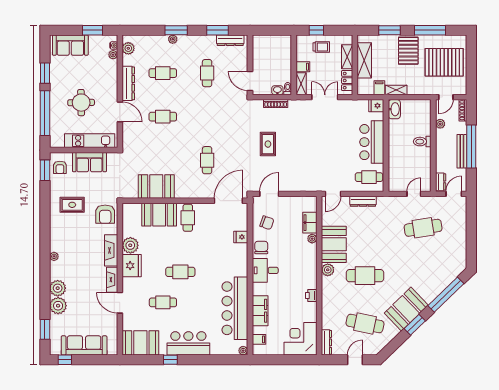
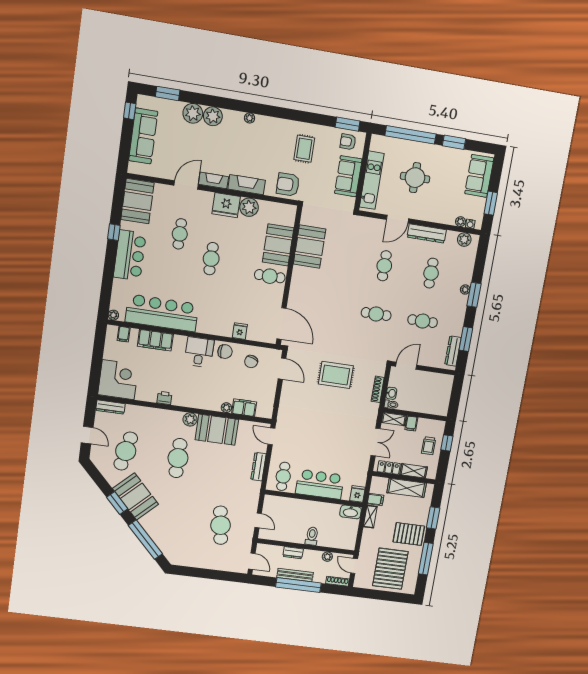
rug: (268, 144) -> (336, 375), width x1.36, depth x1.43
cafe table: (207, 160) -> (376, 314), moved
dresser: (441, 182) -> (293, 553), moved

